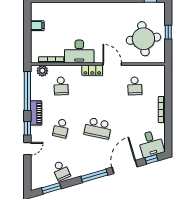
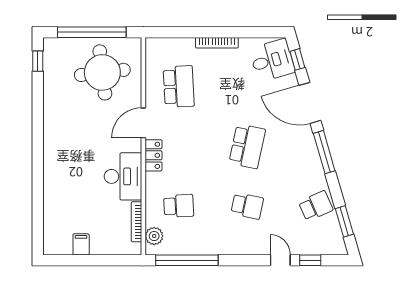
window: (168, 32) -> (92, 32), width x3.17
school desk: (135, 86) -> (179, 87), width x1.85
piano: (36, 113) -> (222, 246), removed
window: (27, 128) -> (310, 260), moved

